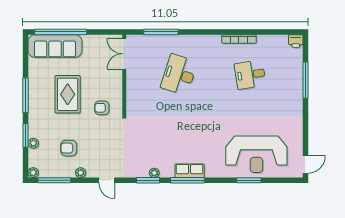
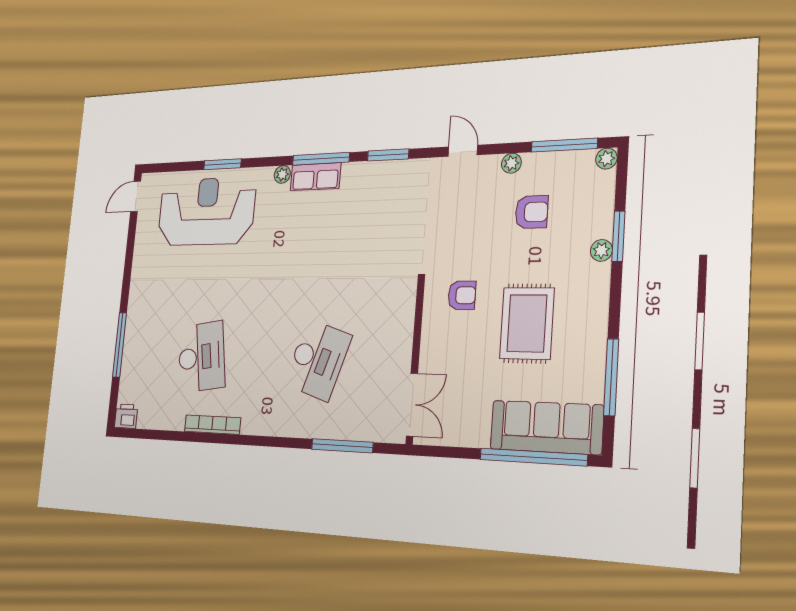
desk: (250, 75) -> (201, 357), width x1.37
window: (26, 95) -> (611, 377), moved
plant: (33, 143) -> (601, 250), moved
plant: (154, 173) -> (282, 174), moved

